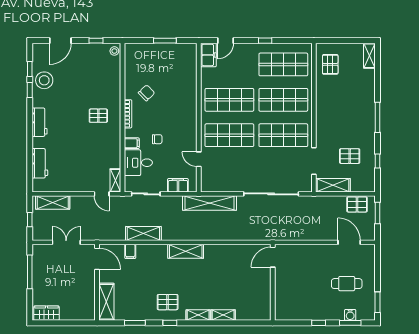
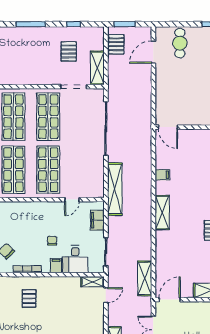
shelving: (143, 233) -> (145, 278), moved
filing cabinet: (130, 251) -> (162, 175), moved
cafe table: (347, 284) -> (180, 43), moved

